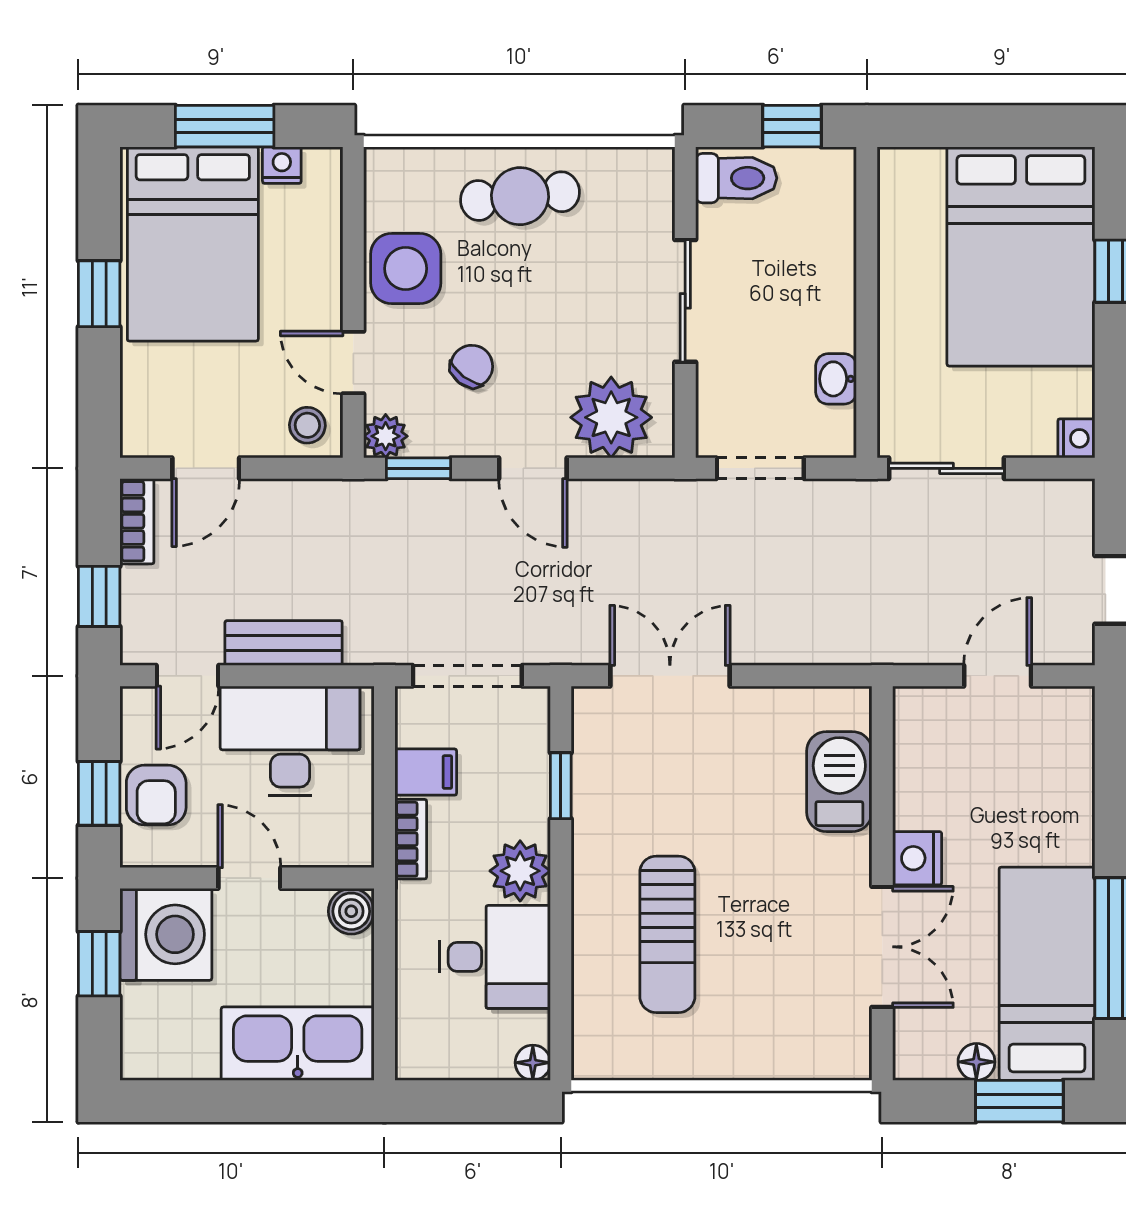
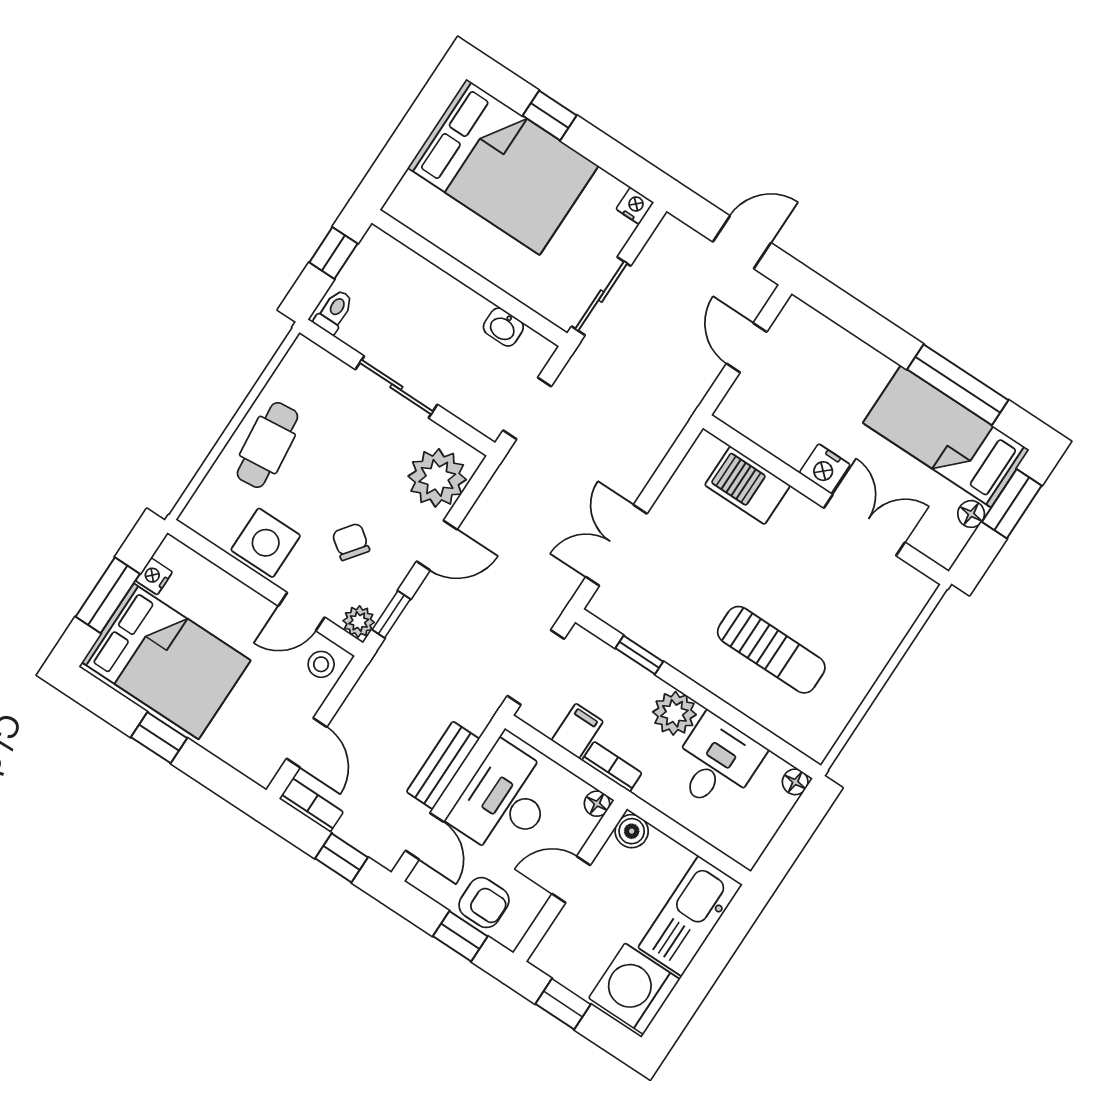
toilet: (736, 178) -> (334, 312), width x0.73, depth x0.72
floor lamp: (357, 850) -> (597, 804), added
washing machine: (166, 934) -> (634, 989), moved, turned -90

